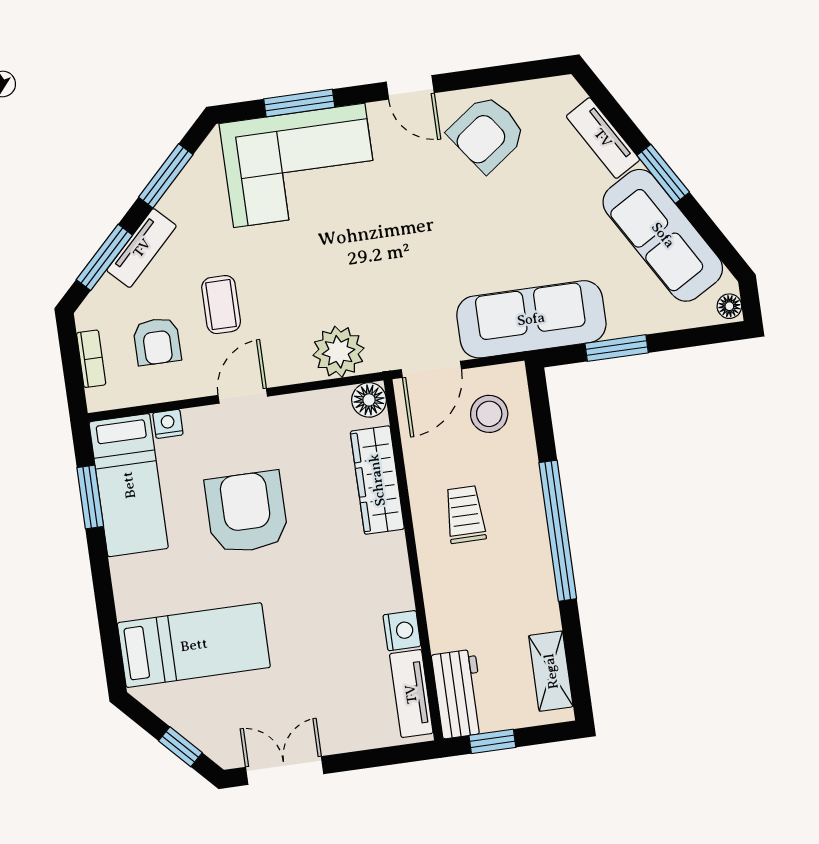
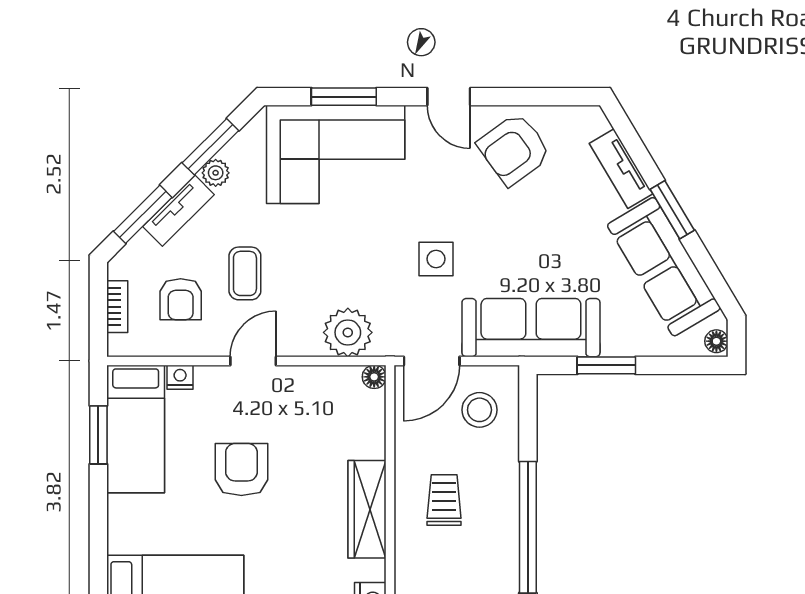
plant: (175, 203) -> (216, 173), added
side table: (421, 261) -> (436, 259), added
floor lamp: (369, 400) -> (374, 377), width x0.73, depth x0.73
wardrobe: (377, 480) -> (367, 509), moved
armchair: (247, 512) -> (241, 470), width x0.73, depth x0.73

